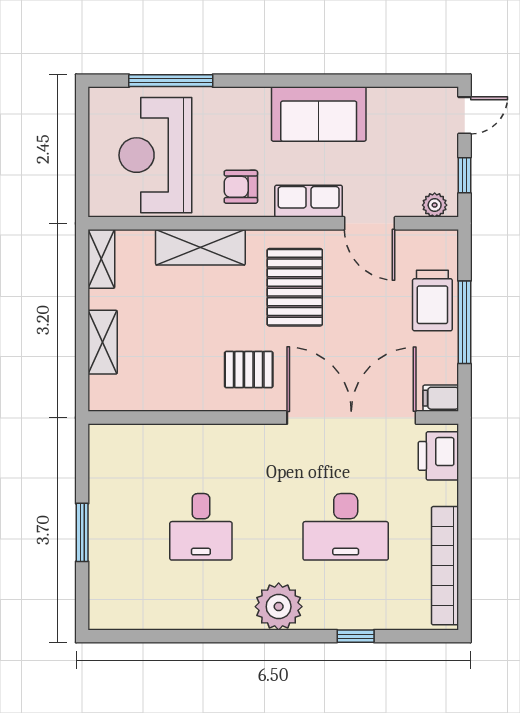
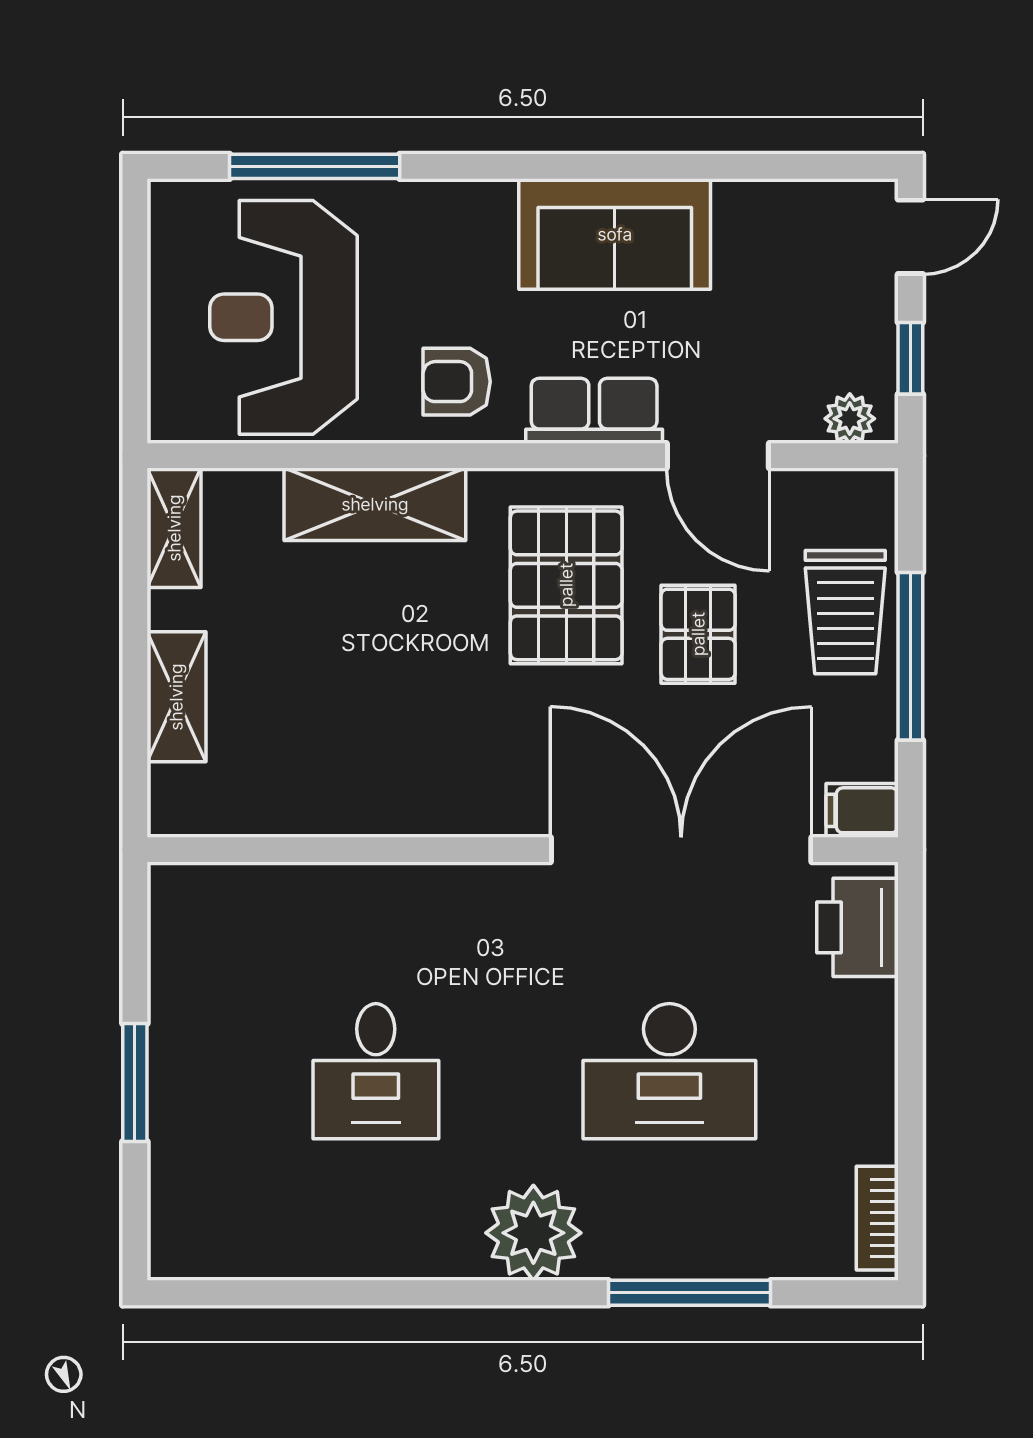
pallet: (249, 370) -> (698, 634), moved, turned 90
bookcase: (445, 566) -> (877, 1218), width x0.43, depth x0.76
window: (356, 636) -> (689, 1293), width x2.17

